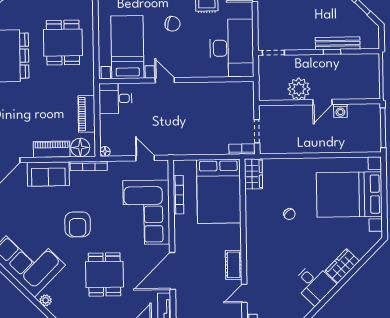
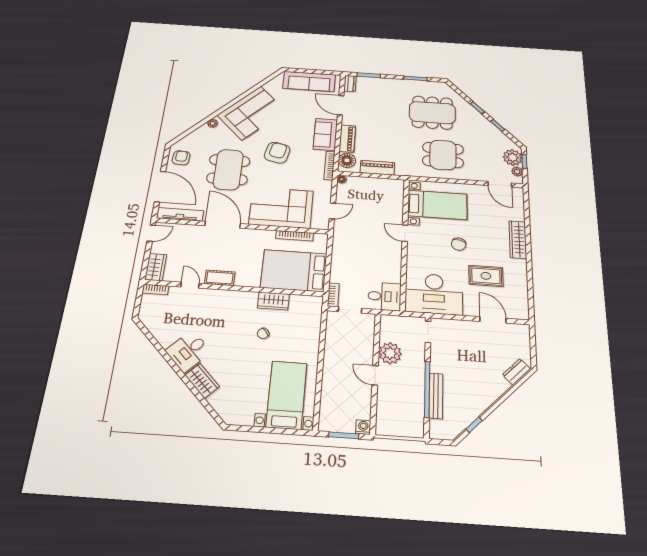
window: (332, 52) -> (427, 389), width x3.17
door: (165, 80) -> (405, 233), swing flipped
desk: (115, 98) -> (384, 296), moved, turned 90
washing machine: (340, 111) -> (363, 427), moved, turned 90
window: (383, 128) -> (344, 435), width x0.69
wardrobe: (253, 174) -> (273, 301), moved
bed with nightstands: (349, 194) -> (287, 395), width x0.73
armchair: (78, 224) -> (277, 153), turned 103
dining table: (104, 274) -> (228, 170), width x1.38

